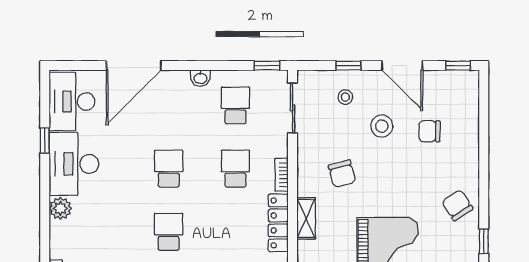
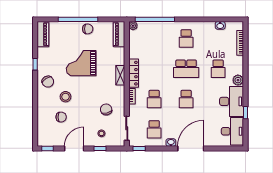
door: (134, 66) -> (191, 148), moved
door: (402, 66) -> (74, 148), hinge flipped
stool: (382, 126) -> (66, 97), moved
chair: (342, 174) -> (106, 109), moved
school desk: (102, 232) -> (218, 69), added
school desk: (169, 232) -> (186, 69), width x1.85

